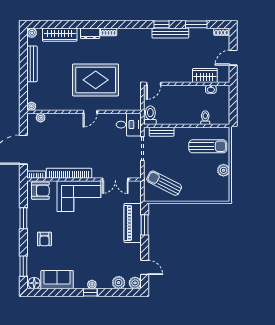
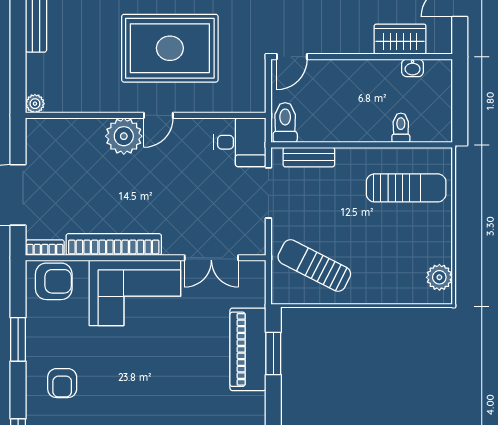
plant: (41, 118) -> (124, 136), moved, width x1.88, depth x1.88
plant: (224, 170) -> (439, 277), moved

